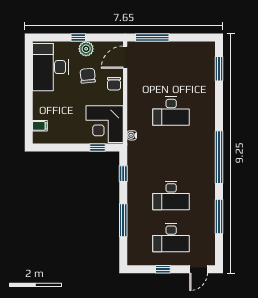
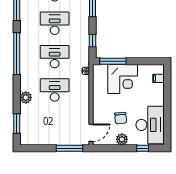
window: (78, 38) -> (143, 148), moved
chair: (114, 84) -> (100, 112), removed
plant: (208, 102) -> (26, 97), added
corner desk: (105, 124) -> (123, 79), moved, turned 90
window: (98, 148) -> (113, 61), width x2.17
desk: (171, 153) -> (55, 57), added

